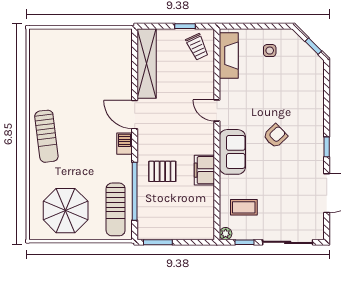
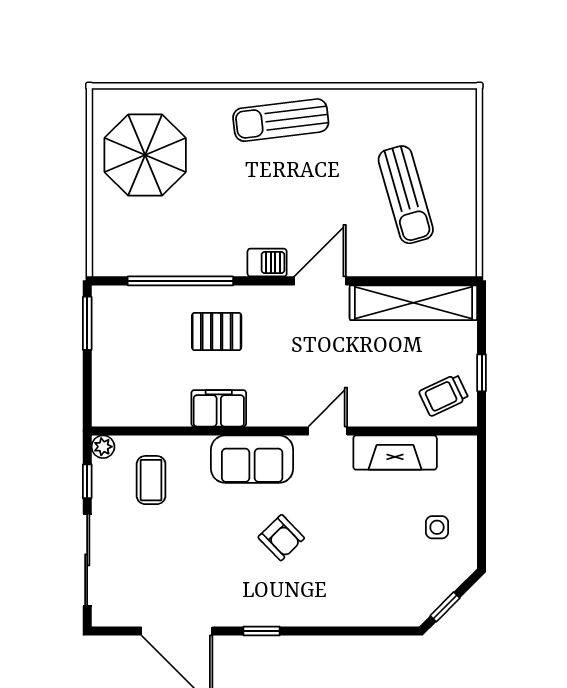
fireplace: (229, 56) -> (395, 453), moved
pallet: (162, 171) -> (217, 332), turned 90
sun lounger: (116, 209) -> (406, 195), moved, turned -106

